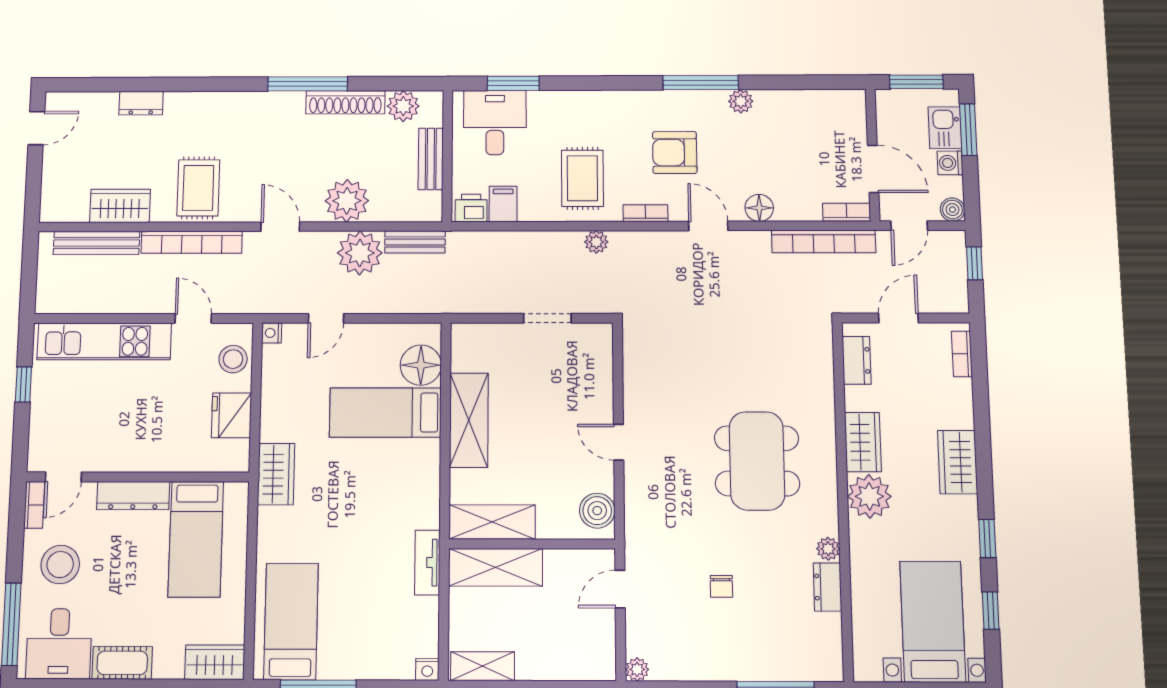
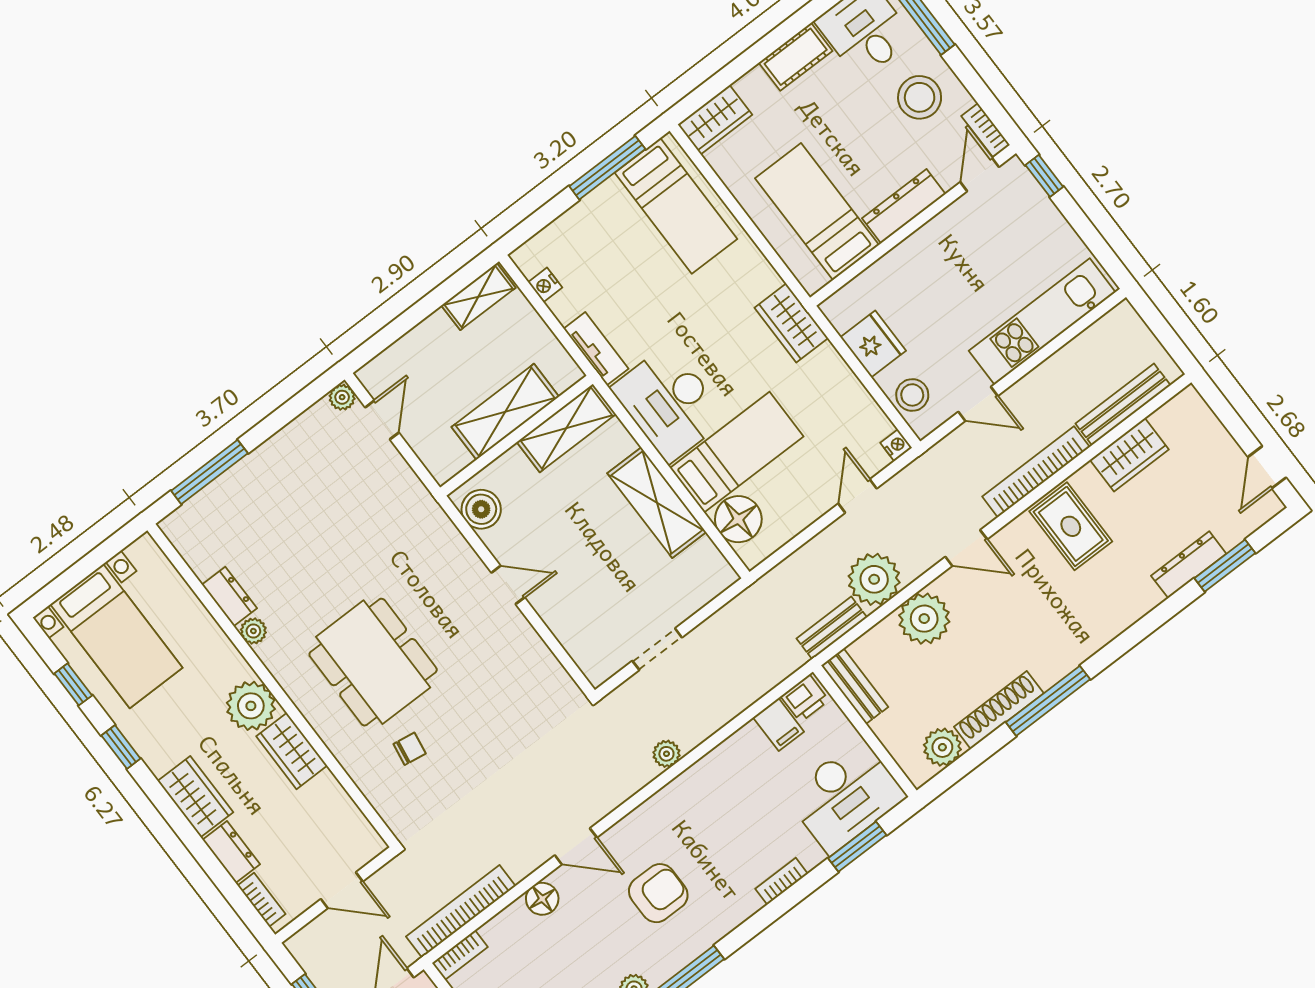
window: (118, 85) -> (1225, 566), added
dresser: (141, 103) -> (1189, 565), width x1.44
desk: (495, 122) -> (845, 796), width x1.37
bench: (431, 159) -> (855, 686), moved
rug: (582, 178) -> (724, 804), removed
bookcase: (645, 213) -> (781, 881), moved, turned 180
door: (898, 318) -> (342, 890), hinge flipped
dresser: (857, 360) -> (231, 852), moved, turned 180
window: (23, 384) -> (1044, 176), moved
desk: (406, 484) -> (669, 403), added
shelving: (496, 567) -> (505, 412), moved
chair: (721, 586) -> (410, 749), moved, turned 99
door: (620, 589) -> (382, 420), moved
nightstand: (427, 669) -> (545, 285), moved, turned -90

